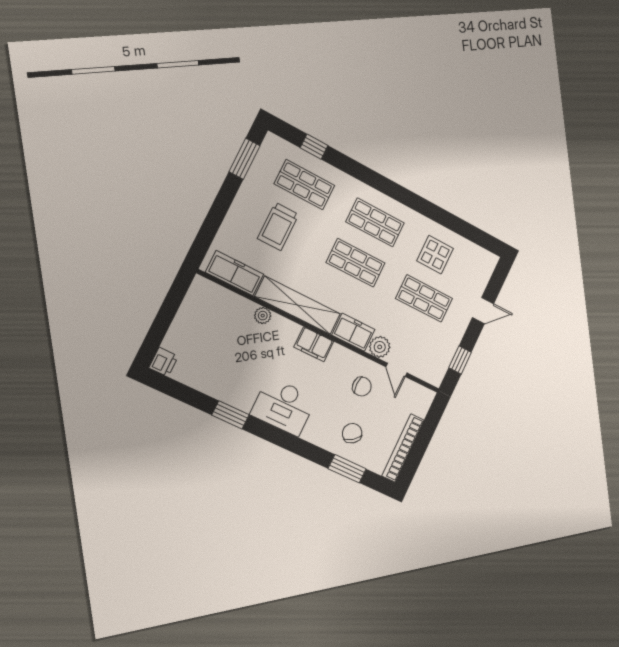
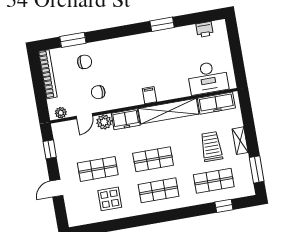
shelving: (239, 208) -> (240, 141), added
plant: (263, 316) -> (61, 113), moved
filing cabinet: (314, 344) -> (149, 95), width x0.50
printer: (164, 362) -> (205, 29), moved, turned -90
door: (396, 370) -> (84, 116), swing flipped
desk: (283, 406) -> (208, 78), moved, turned 180
chair: (352, 433) -> (85, 62), turned -55

